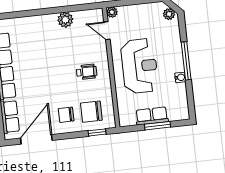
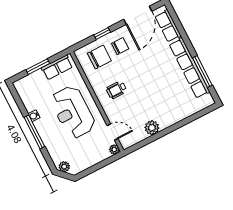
row of seats: (152, 116) -> (57, 67), moved
window: (97, 132) -> (102, 34), moved

